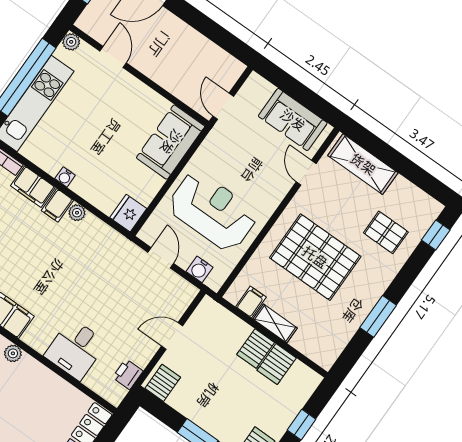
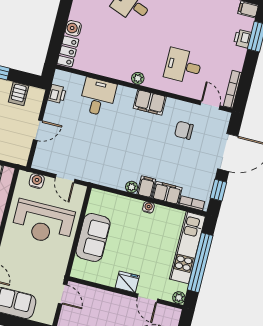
sofa: (171, 142) -> (93, 237), moved
fridge: (128, 213) -> (127, 282), moved, turned -90
server rack: (163, 383) -> (19, 94), moved

